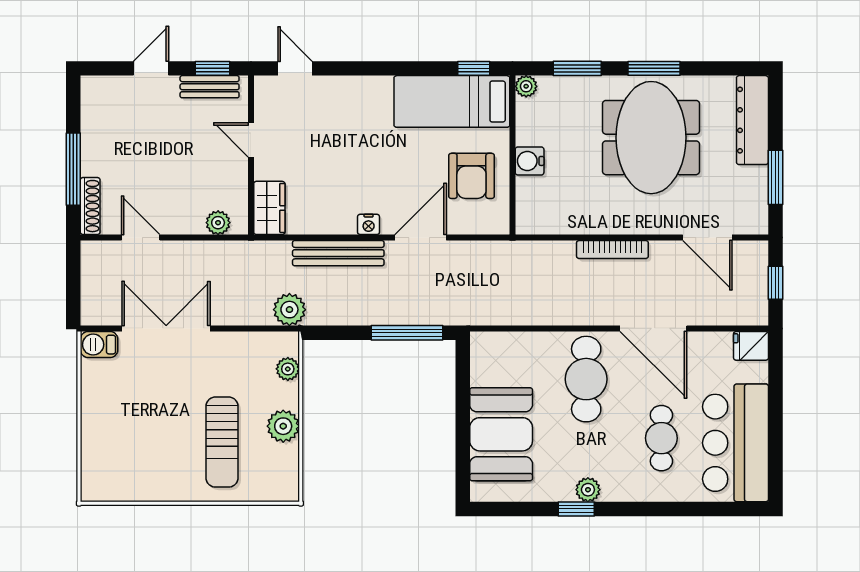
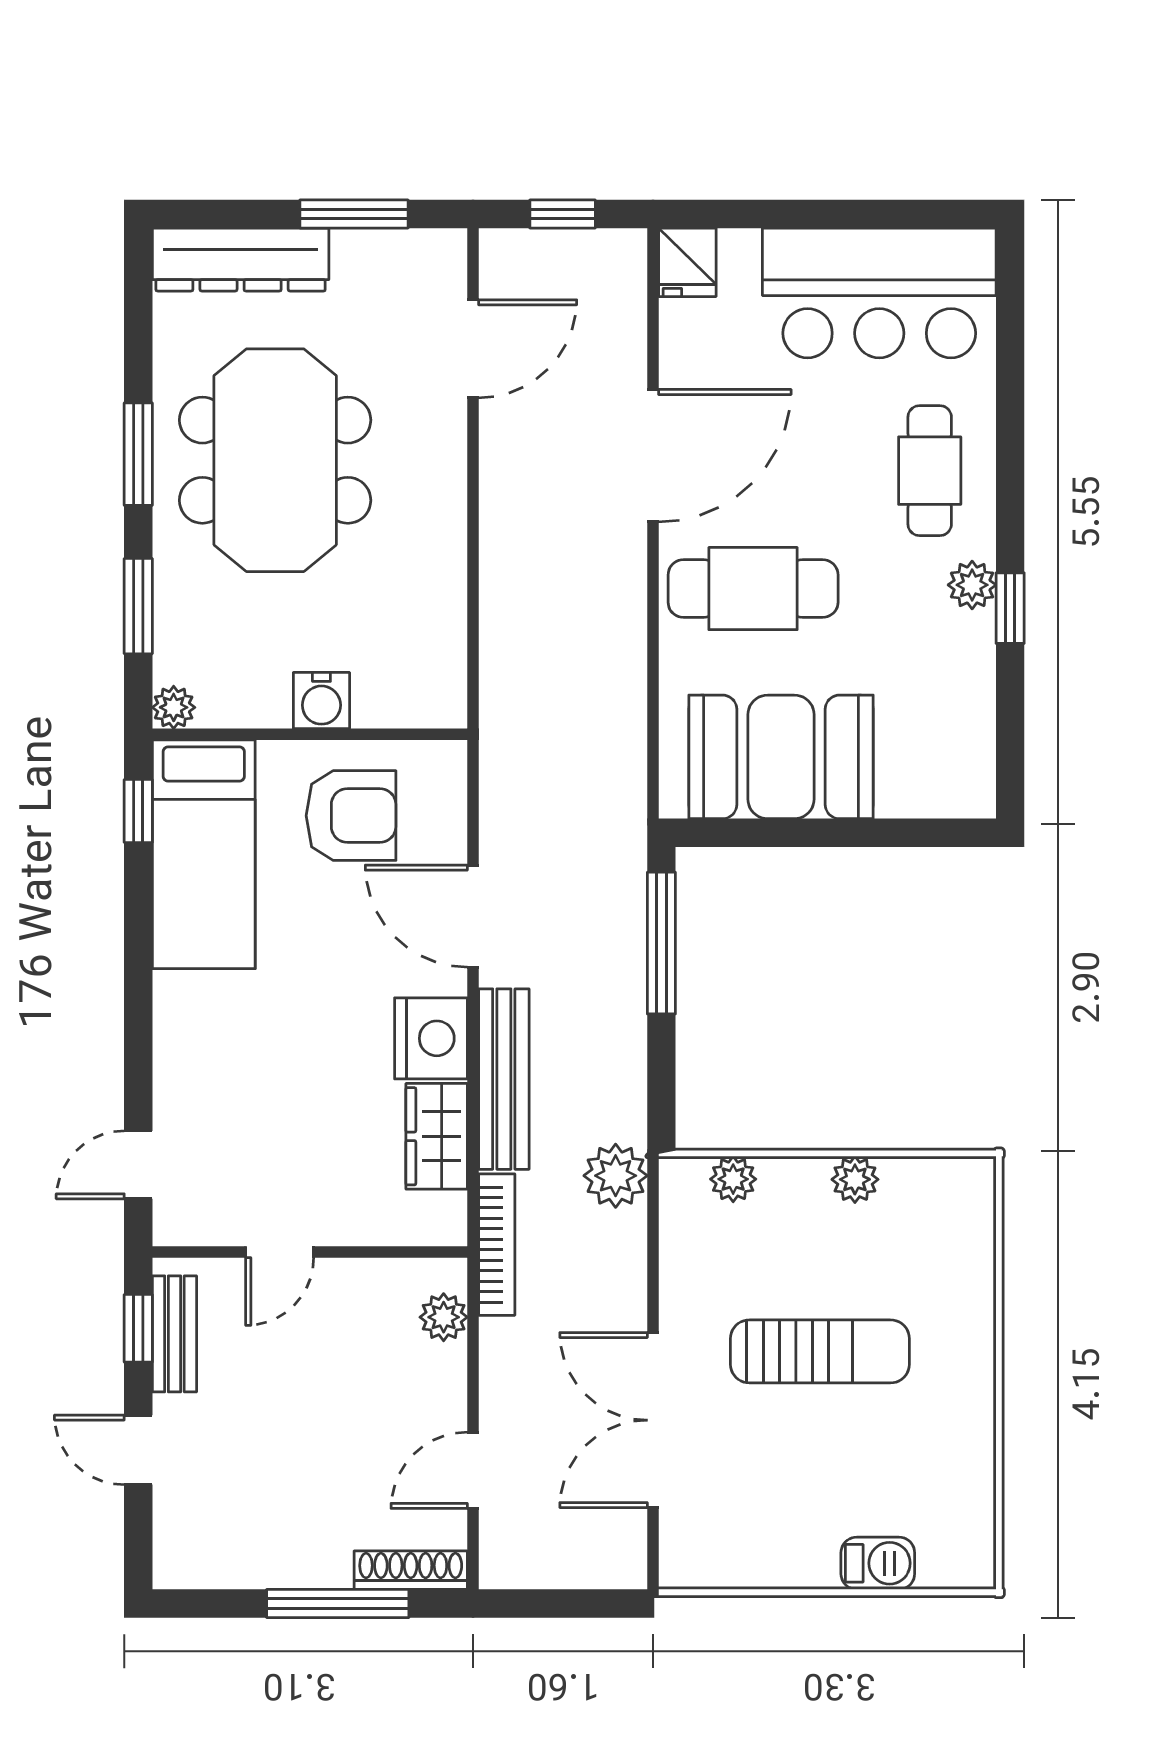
meeting table: (651, 138) -> (275, 460), turned 90
wardrobe: (269, 208) -> (437, 1136), moved, turned -90
nightstand: (369, 224) -> (431, 1038), width x1.89, depth x1.79
bookcase: (612, 250) -> (497, 1245), moved
barbecue: (99, 345) -> (878, 1563), moved, turned -90
plant: (283, 426) -> (855, 1179), width x0.73, depth x0.73
booth: (501, 434) -> (781, 757), moved
cafe table: (661, 438) -> (930, 471), moved, turned 90
sun lounger: (222, 442) -> (820, 1351), moved

